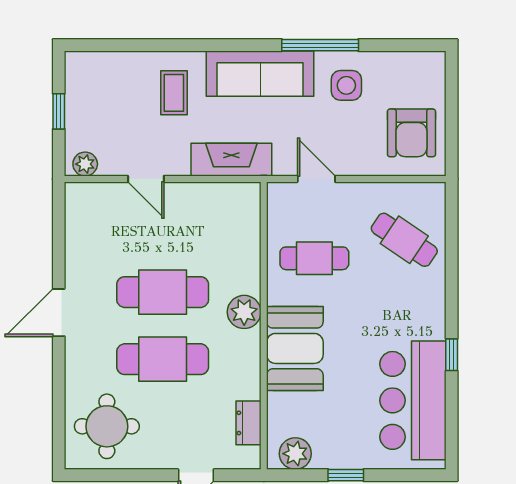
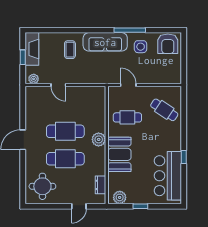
armchair: (411, 133) -> (168, 44), moved
fireplace: (231, 160) -> (32, 49), moved, turned 90

